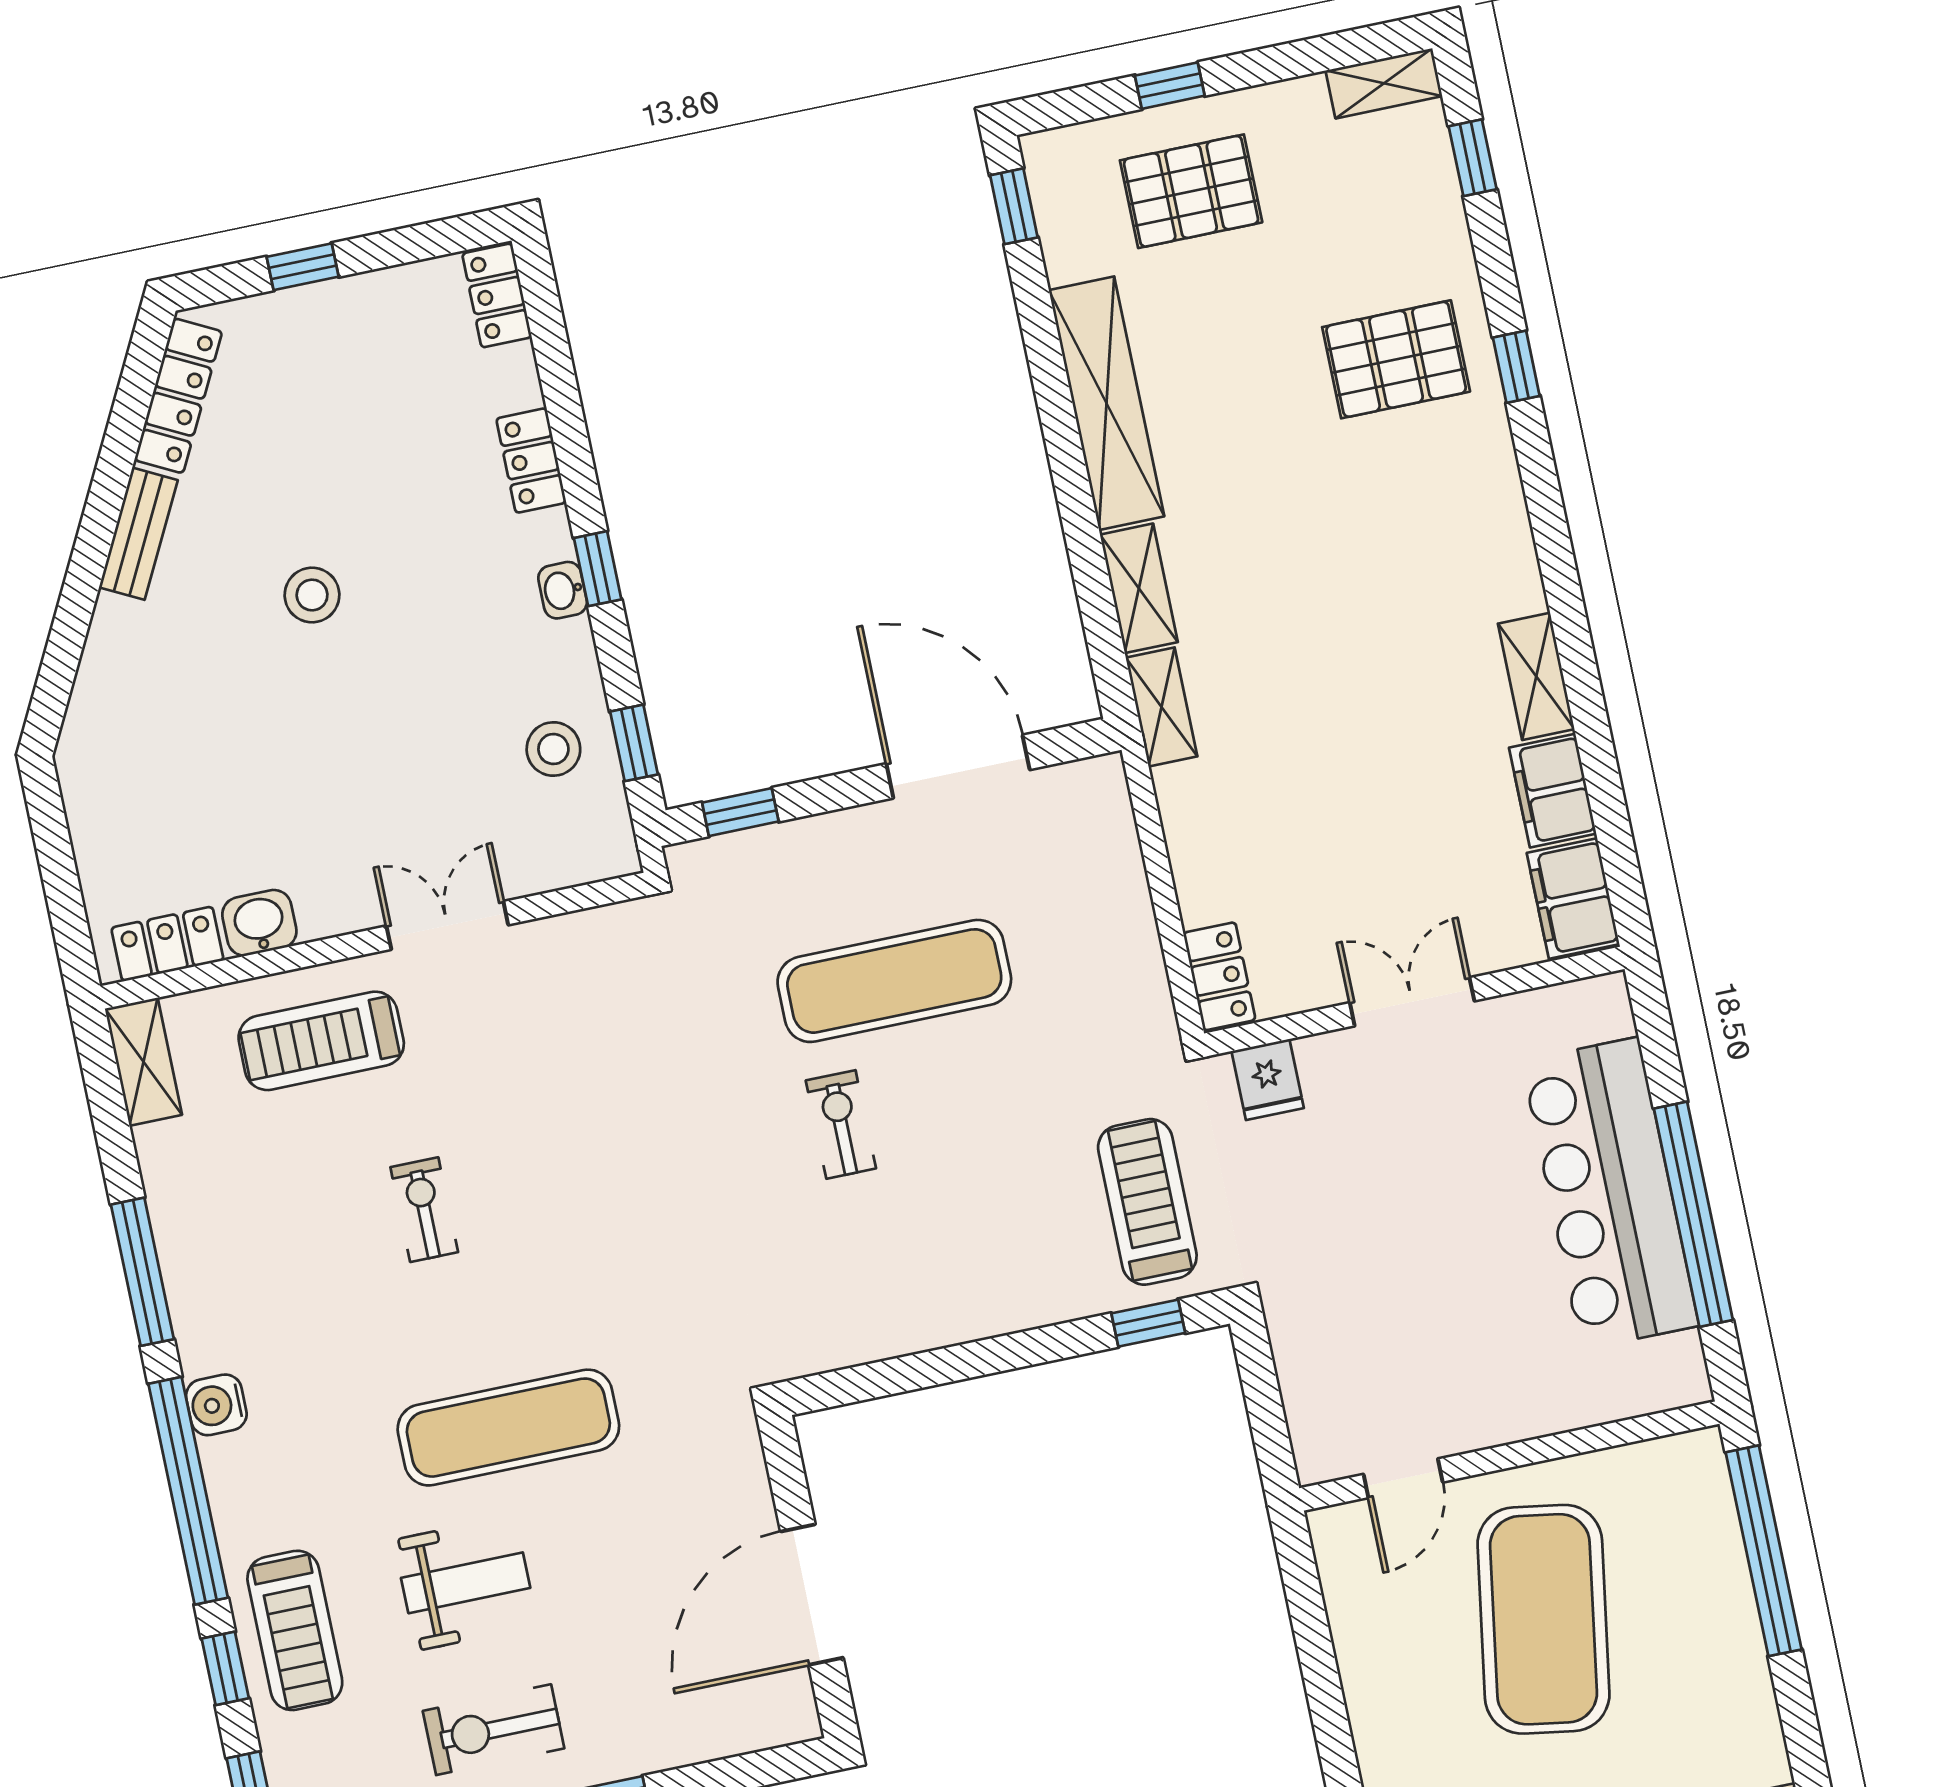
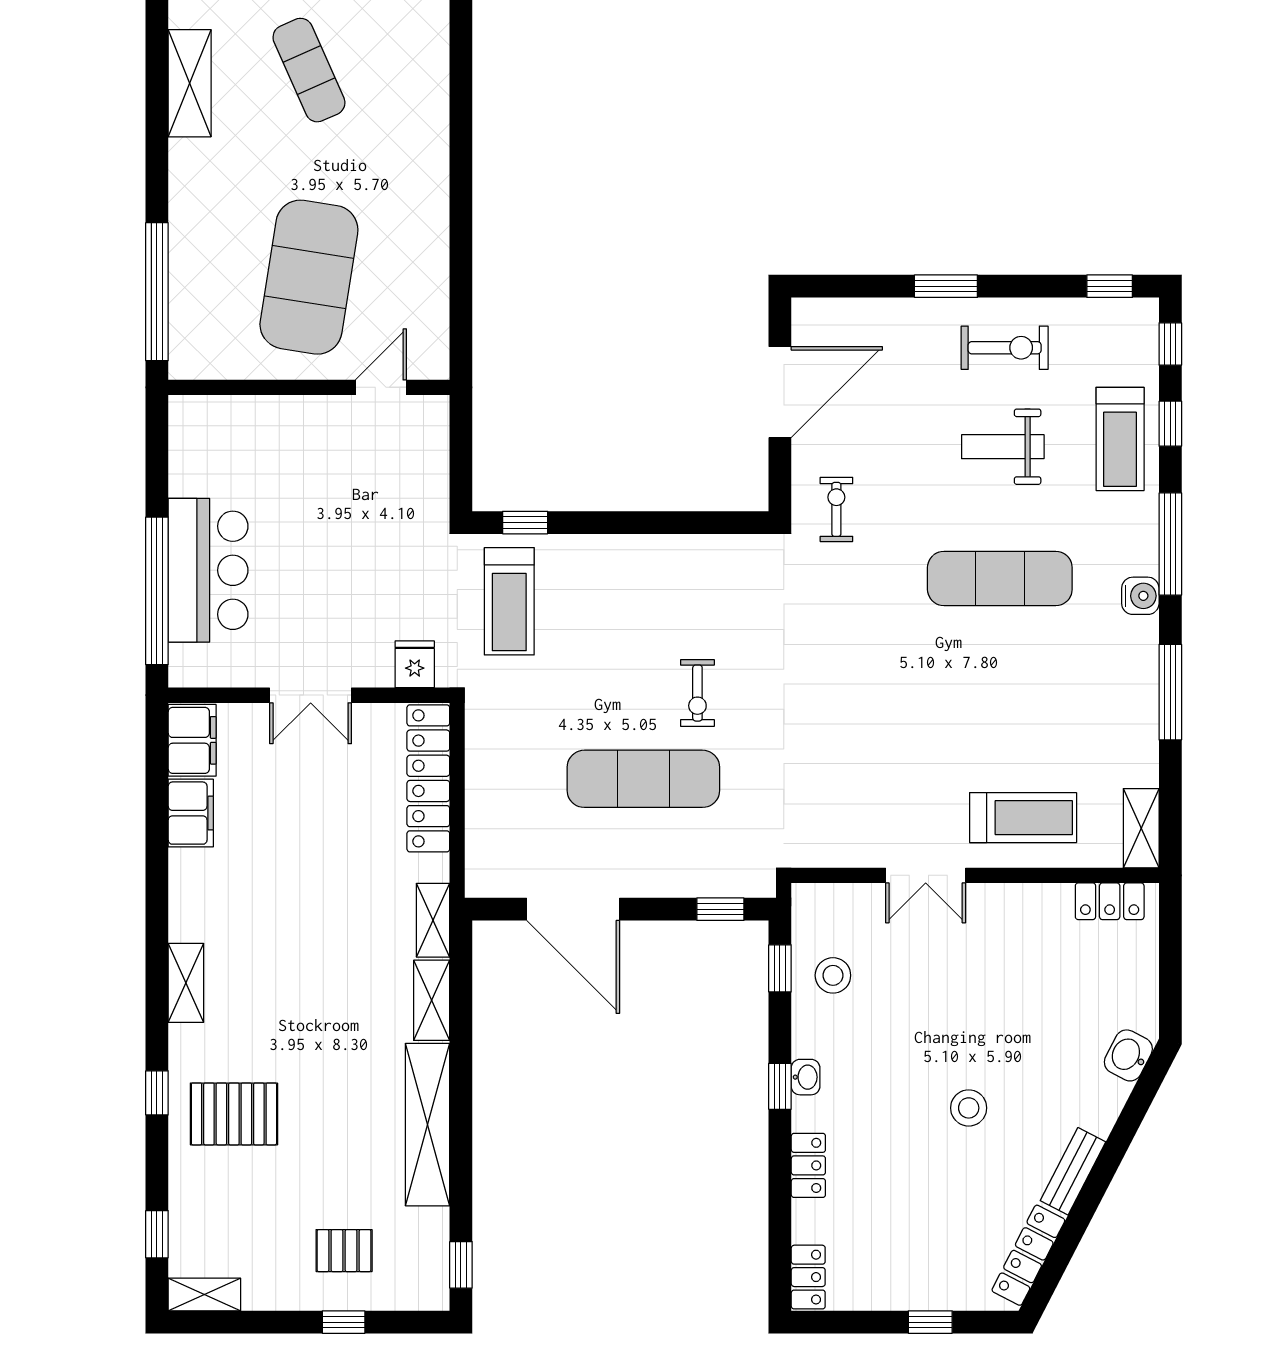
pallet: (1191, 191) -> (344, 1251), width x0.67, depth x0.71
shelving: (1536, 676) -> (186, 983), moved
washbasin: (259, 923) -> (1128, 1055), moved, turned 117
locker: (1219, 976) -> (428, 778), width x2.16, depth x1.21
bar counter: (1610, 1193) -> (208, 570), width x0.73
exercise bike: (424, 1210) -> (836, 509), moved, turned 180
window: (1693, 1214) -> (157, 591), moved
exercise mat: (508, 1428) -> (1000, 578), moved
window: (188, 1491) -> (1170, 544), width x0.68
treadmill: (295, 1630) -> (1120, 439), turned 180

